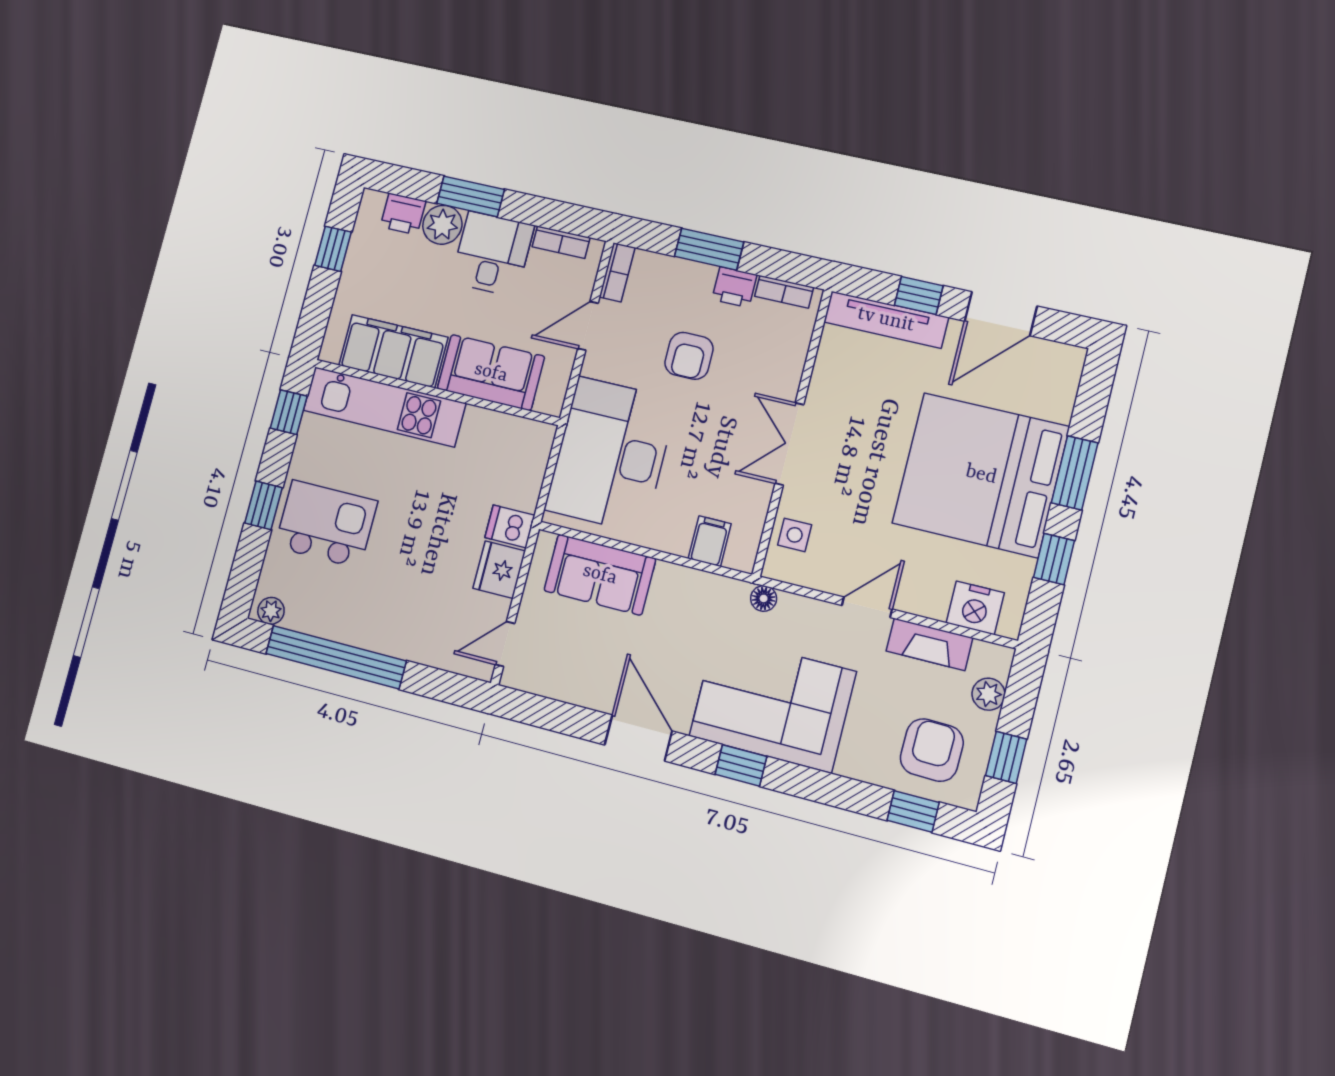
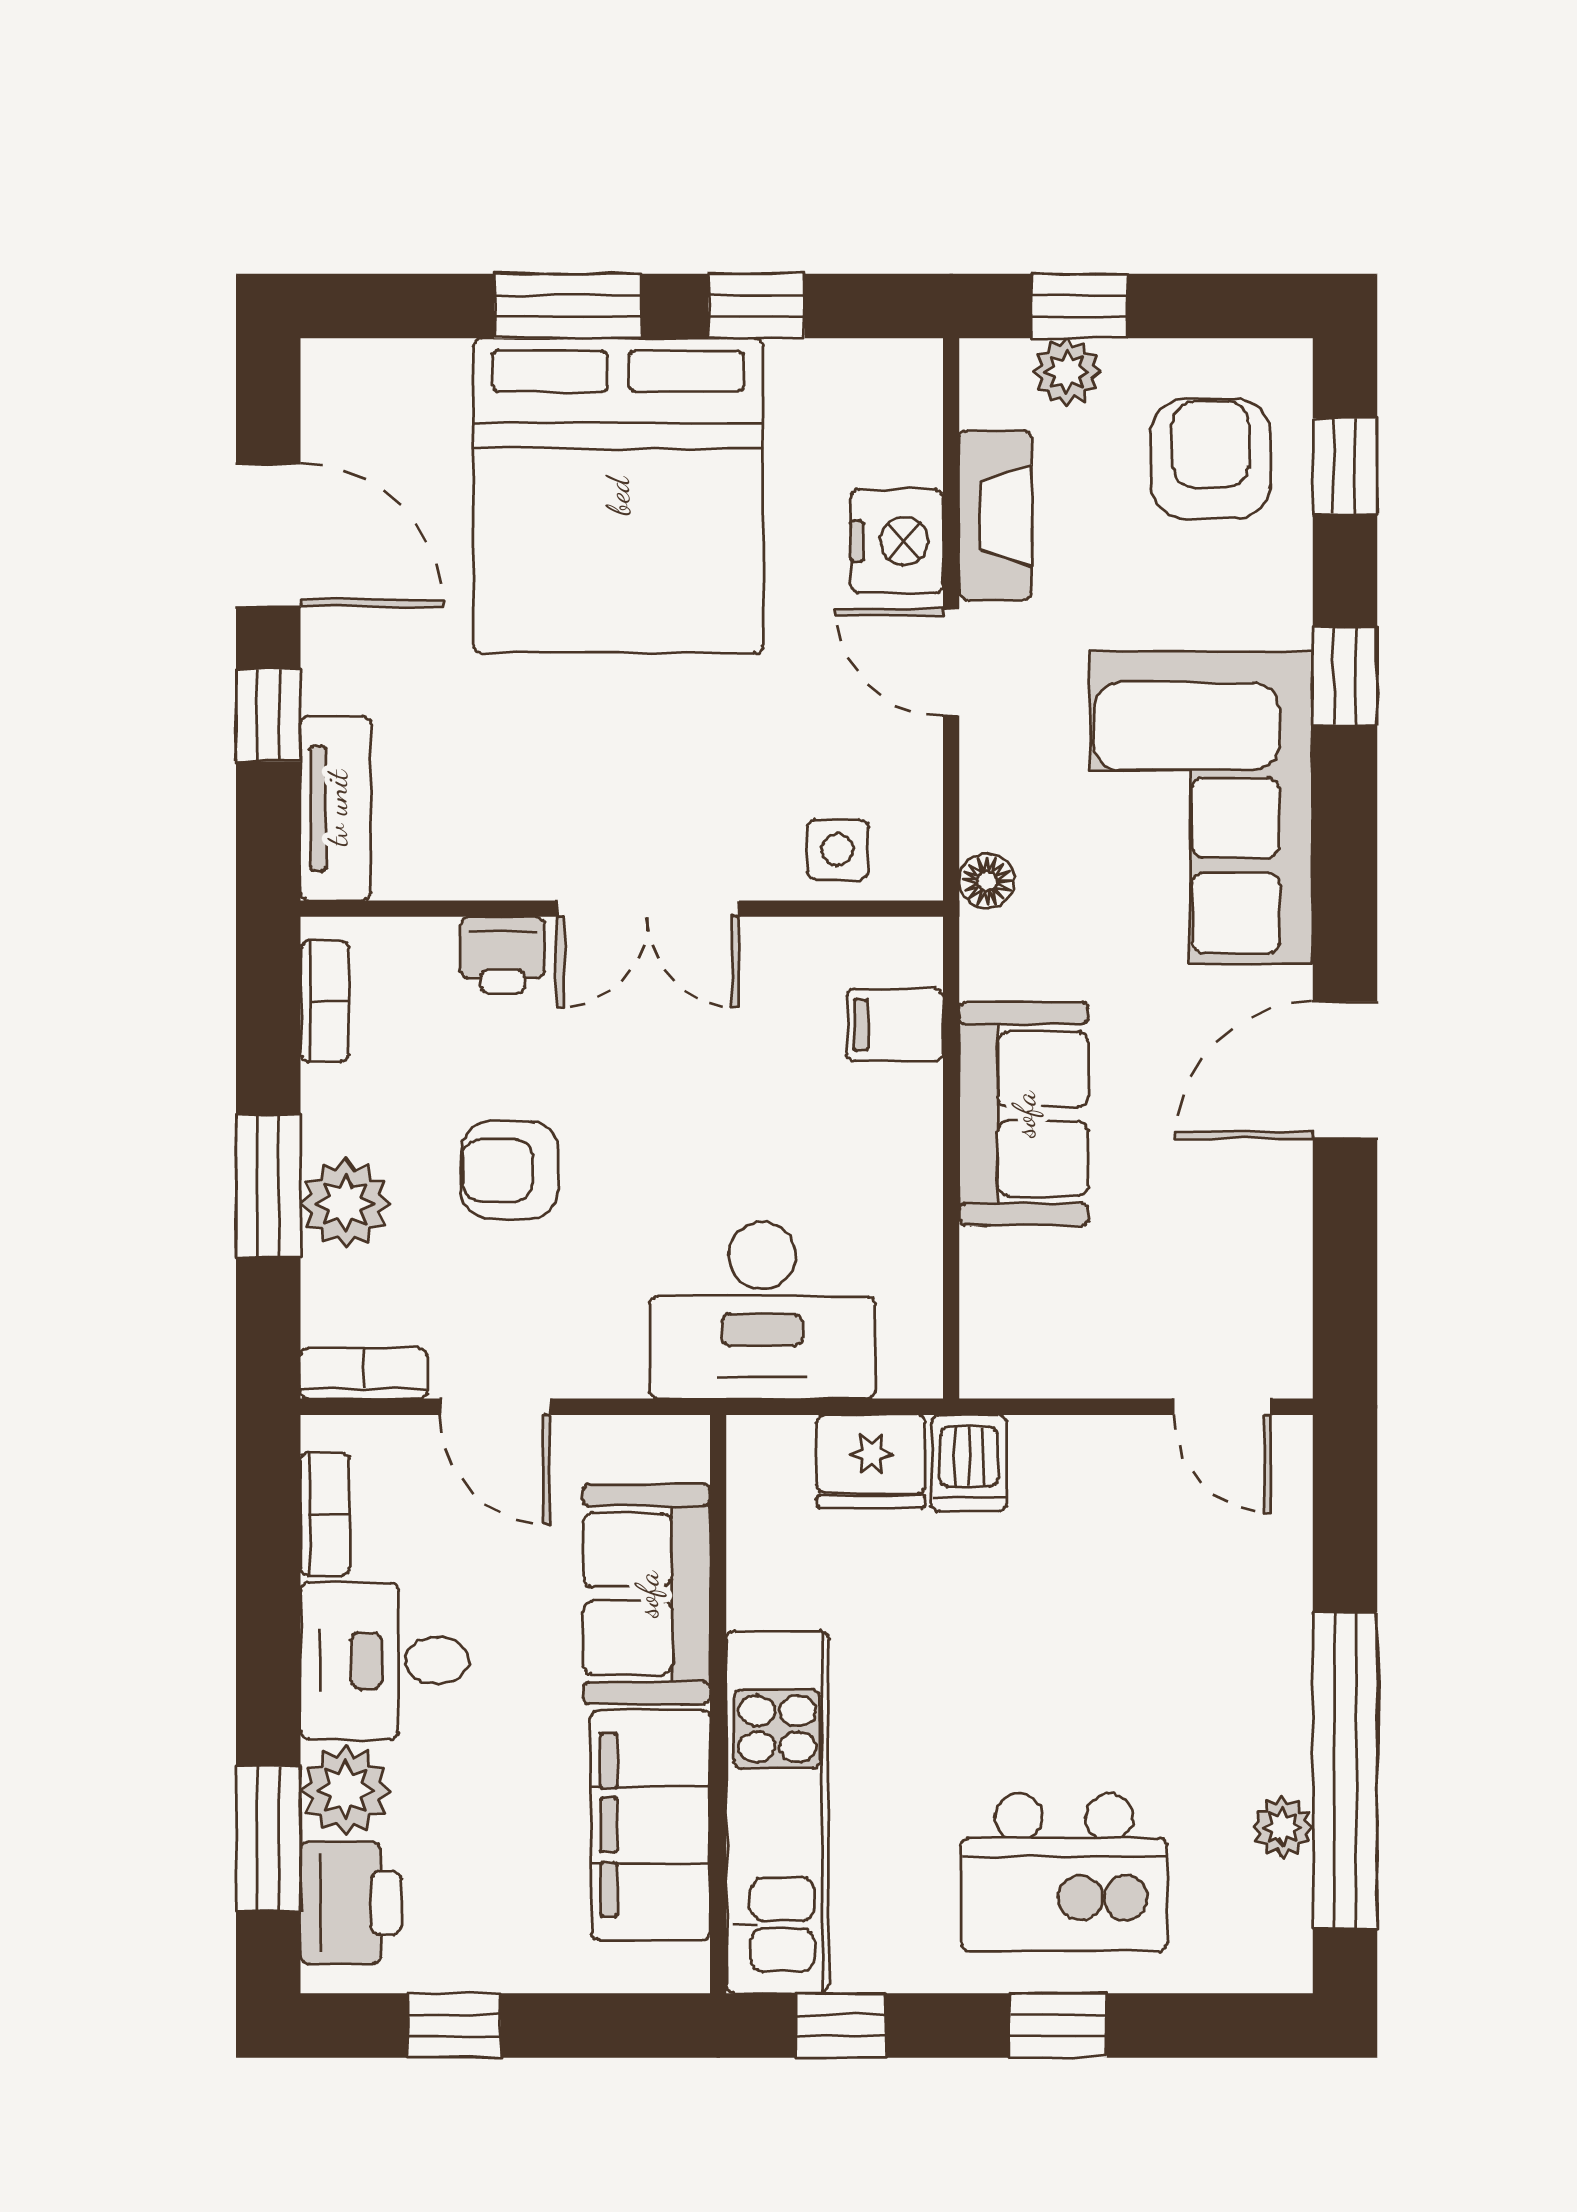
window: (471, 196) -> (268, 1839), moved
printer: (403, 214) -> (351, 1903), width x1.36, depth x1.24
plant: (693, 281) -> (345, 1204), added
printer: (734, 287) -> (503, 955), moved, turned 90
tv unit: (886, 320) -> (336, 808), width x0.71
armchair: (689, 356) -> (510, 1170), turned 180
desk: (611, 455) -> (762, 1310), width x0.73, depth x0.77
kitchen island: (326, 524) -> (1064, 1872), turned -90
fridge: (499, 570) -> (871, 1462), moved
sofa: (600, 575) -> (1024, 1114), moved
nightstand: (975, 608) -> (897, 541), moved
plant: (271, 611) -> (1283, 1827), moved
armchair: (932, 750) -> (1211, 459), turned 89
window: (1006, 757) -> (1080, 306), moved
window: (741, 765) -> (1345, 676), moved

